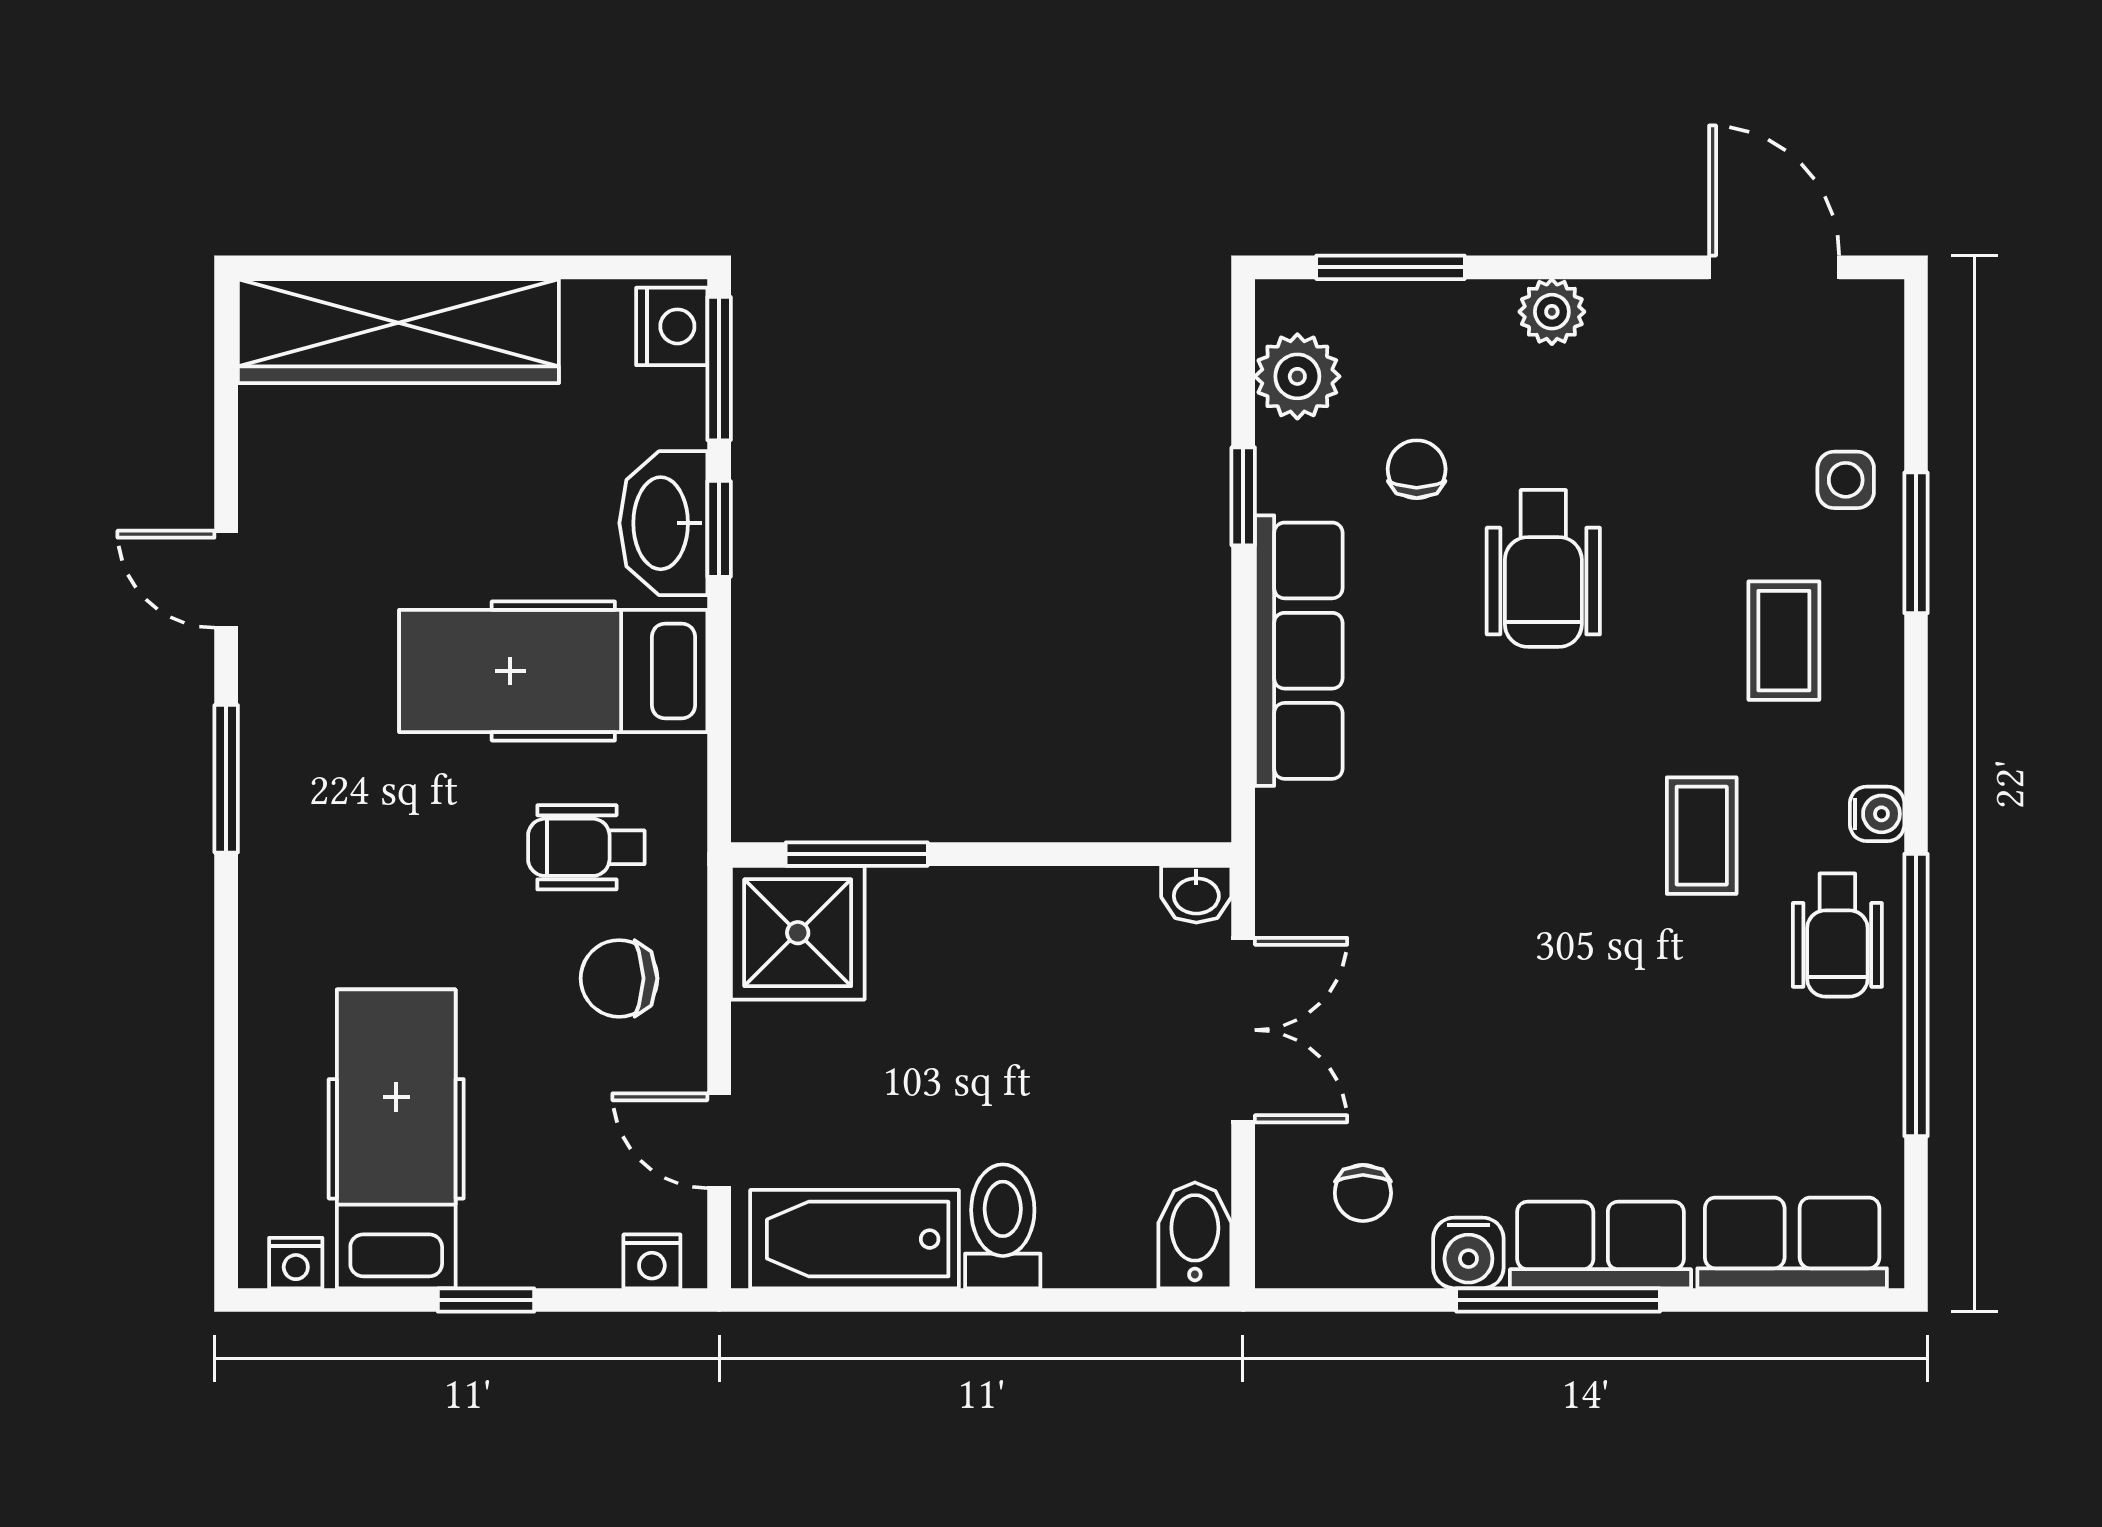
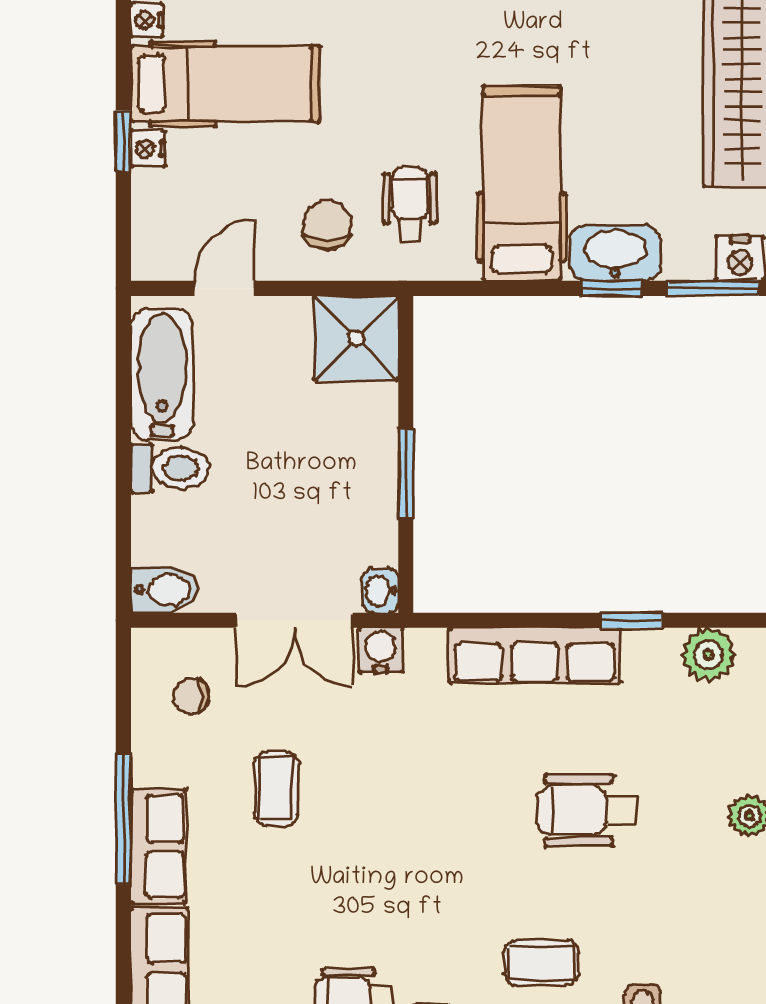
chair: (1417, 469) -> (650, 730), removed
coffee table: (1702, 836) -> (277, 789), moved, turned 90
window: (857, 854) -> (406, 474), moved
water cooler: (1468, 1253) -> (381, 650), moved, turned 90
nightstand: (652, 1261) -> (148, 149), moved

